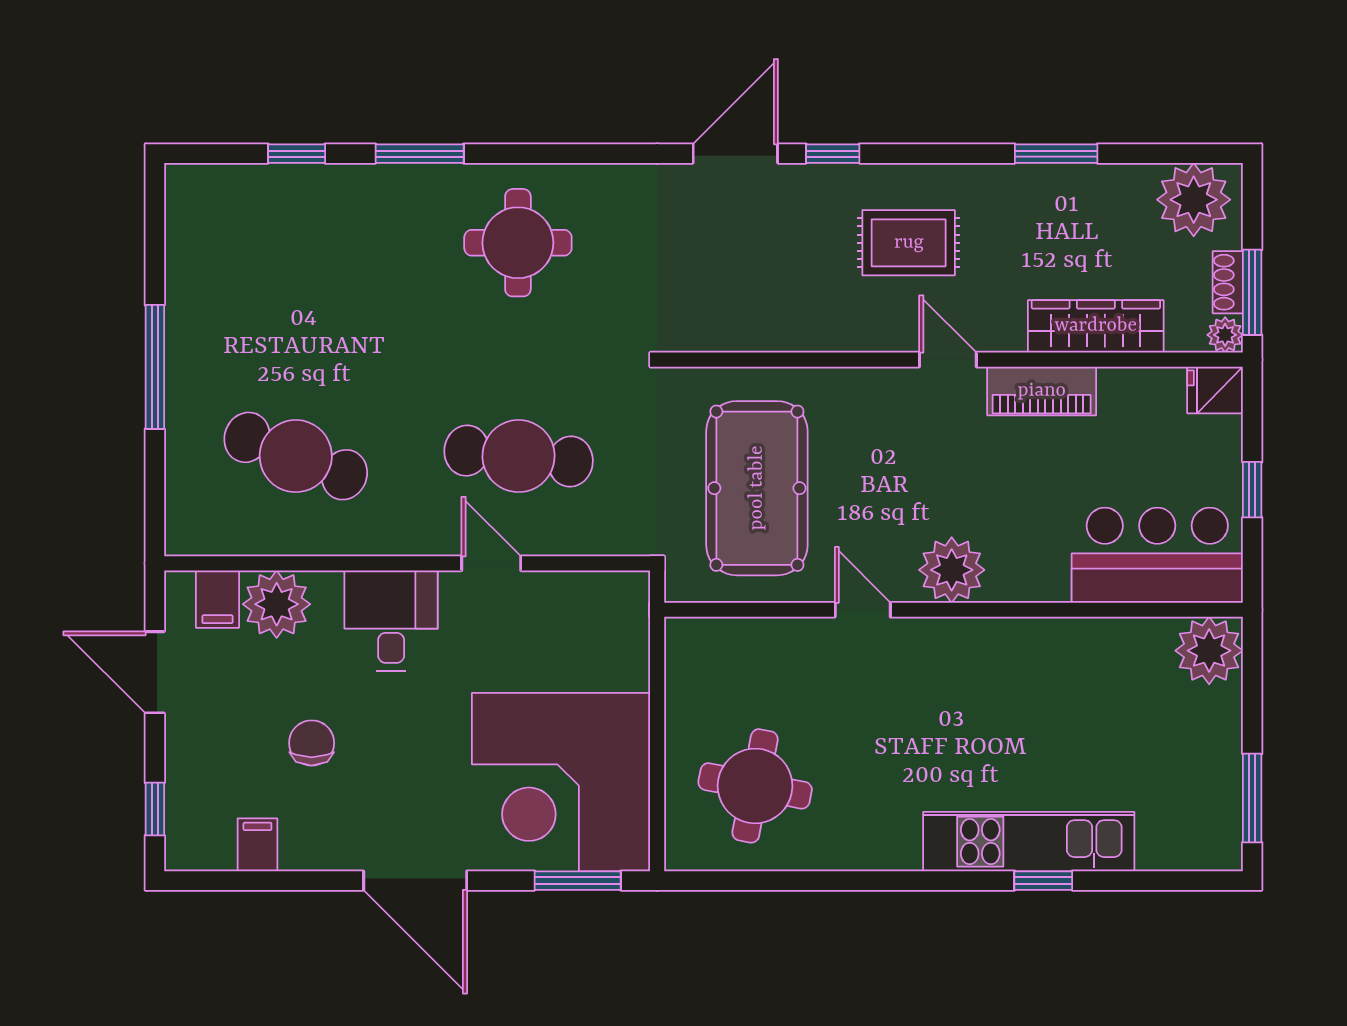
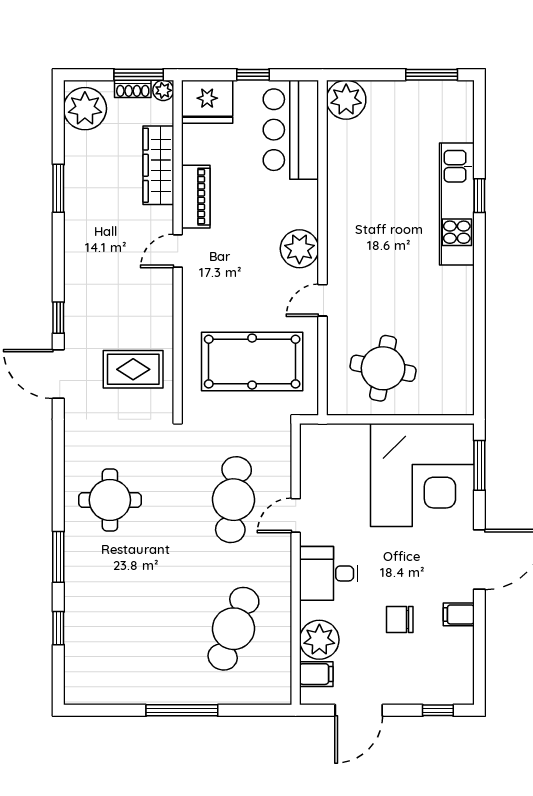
rug: (909, 243) -> (133, 369), moved, turned 90
fridge: (1215, 390) -> (207, 102), width x1.88, depth x1.34
round table: (755, 786) -> (383, 368), moved
filing cabinet: (257, 845) -> (459, 614), moved

